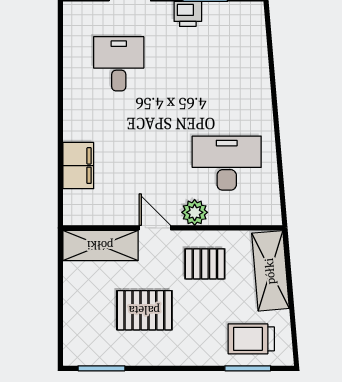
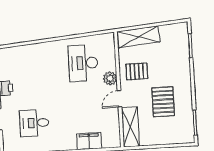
pallet: (205, 264) -> (137, 71), turned 90
trolley: (251, 339) -> (175, 45), removed

